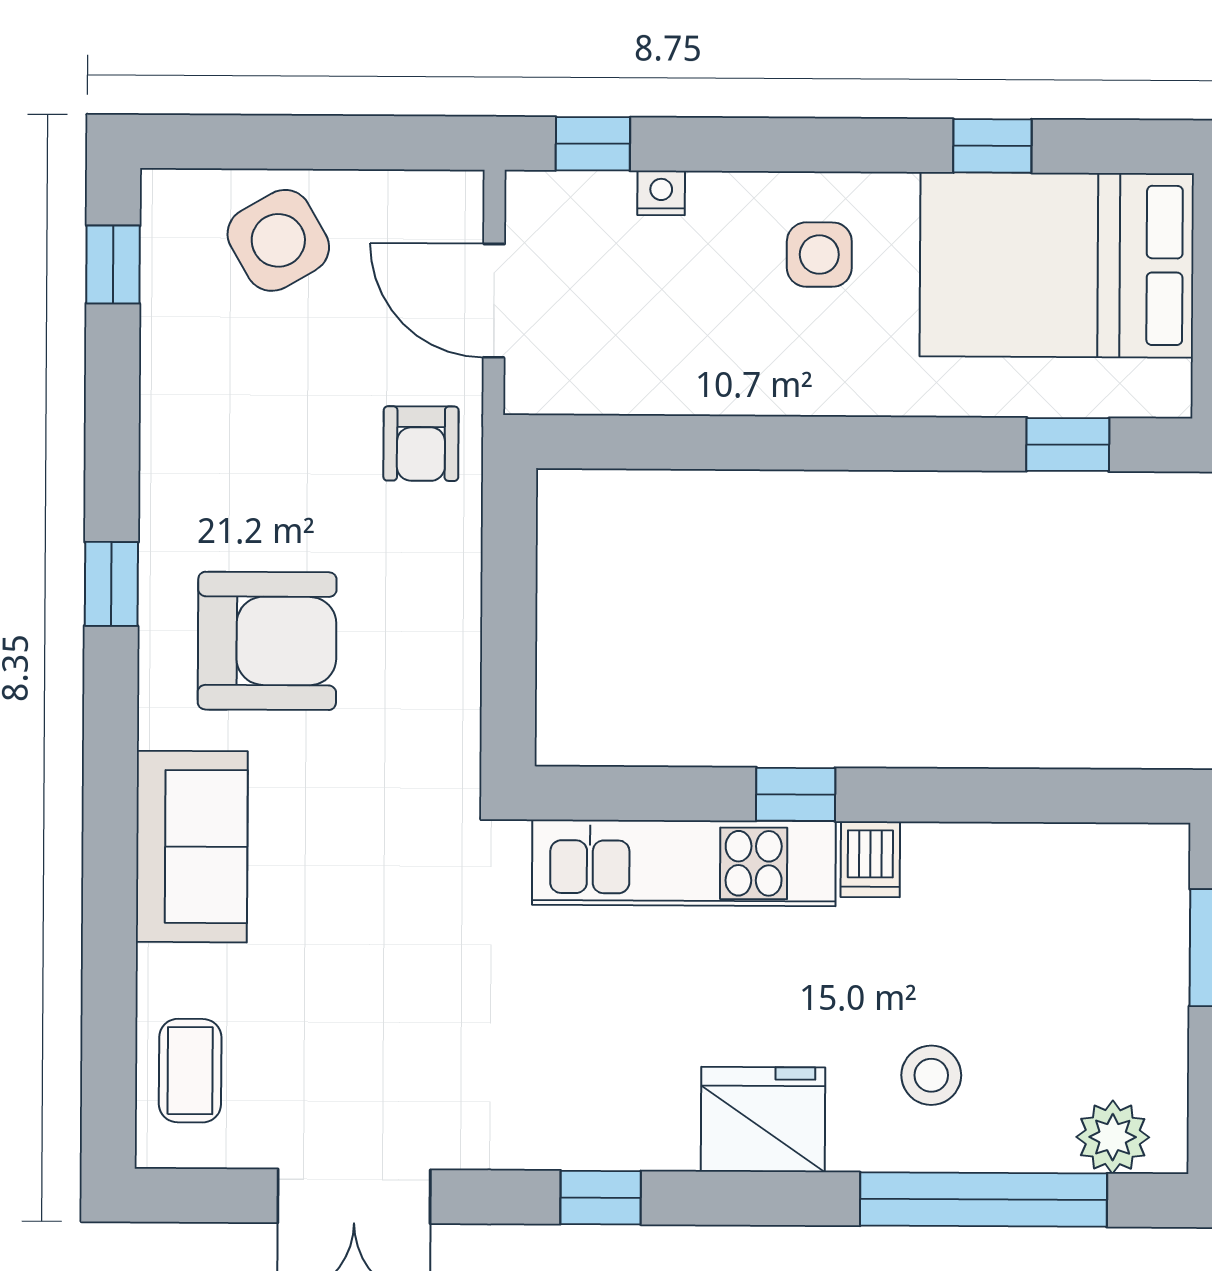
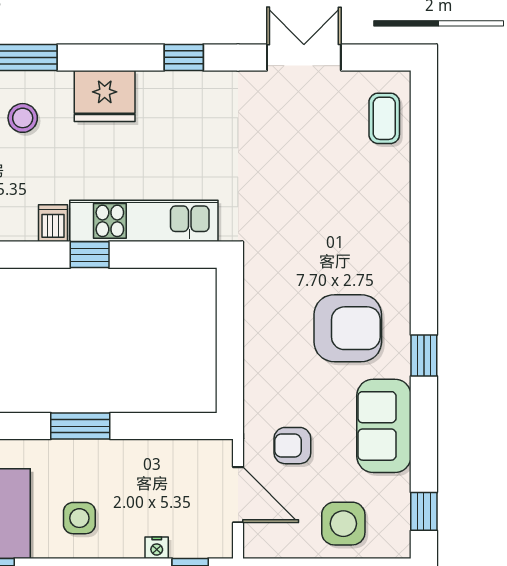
side table: (278, 240) -> (343, 524), turned 30
window: (816, 443) -> (80, 426), added
armchair: (421, 444) -> (292, 446), moved, turned -90
armchair: (267, 641) -> (348, 328), turned 180
sofa: (192, 847) -> (384, 426), moved

